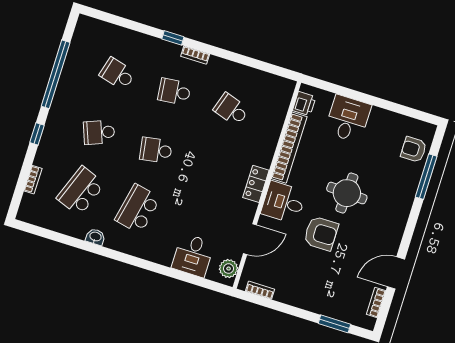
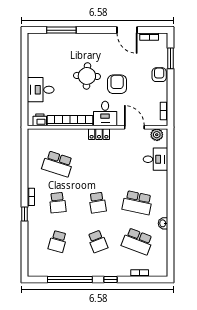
school desk: (231, 110) -> (58, 164), width x1.85
armchair: (414, 149) -> (159, 75), moved, turned 180

